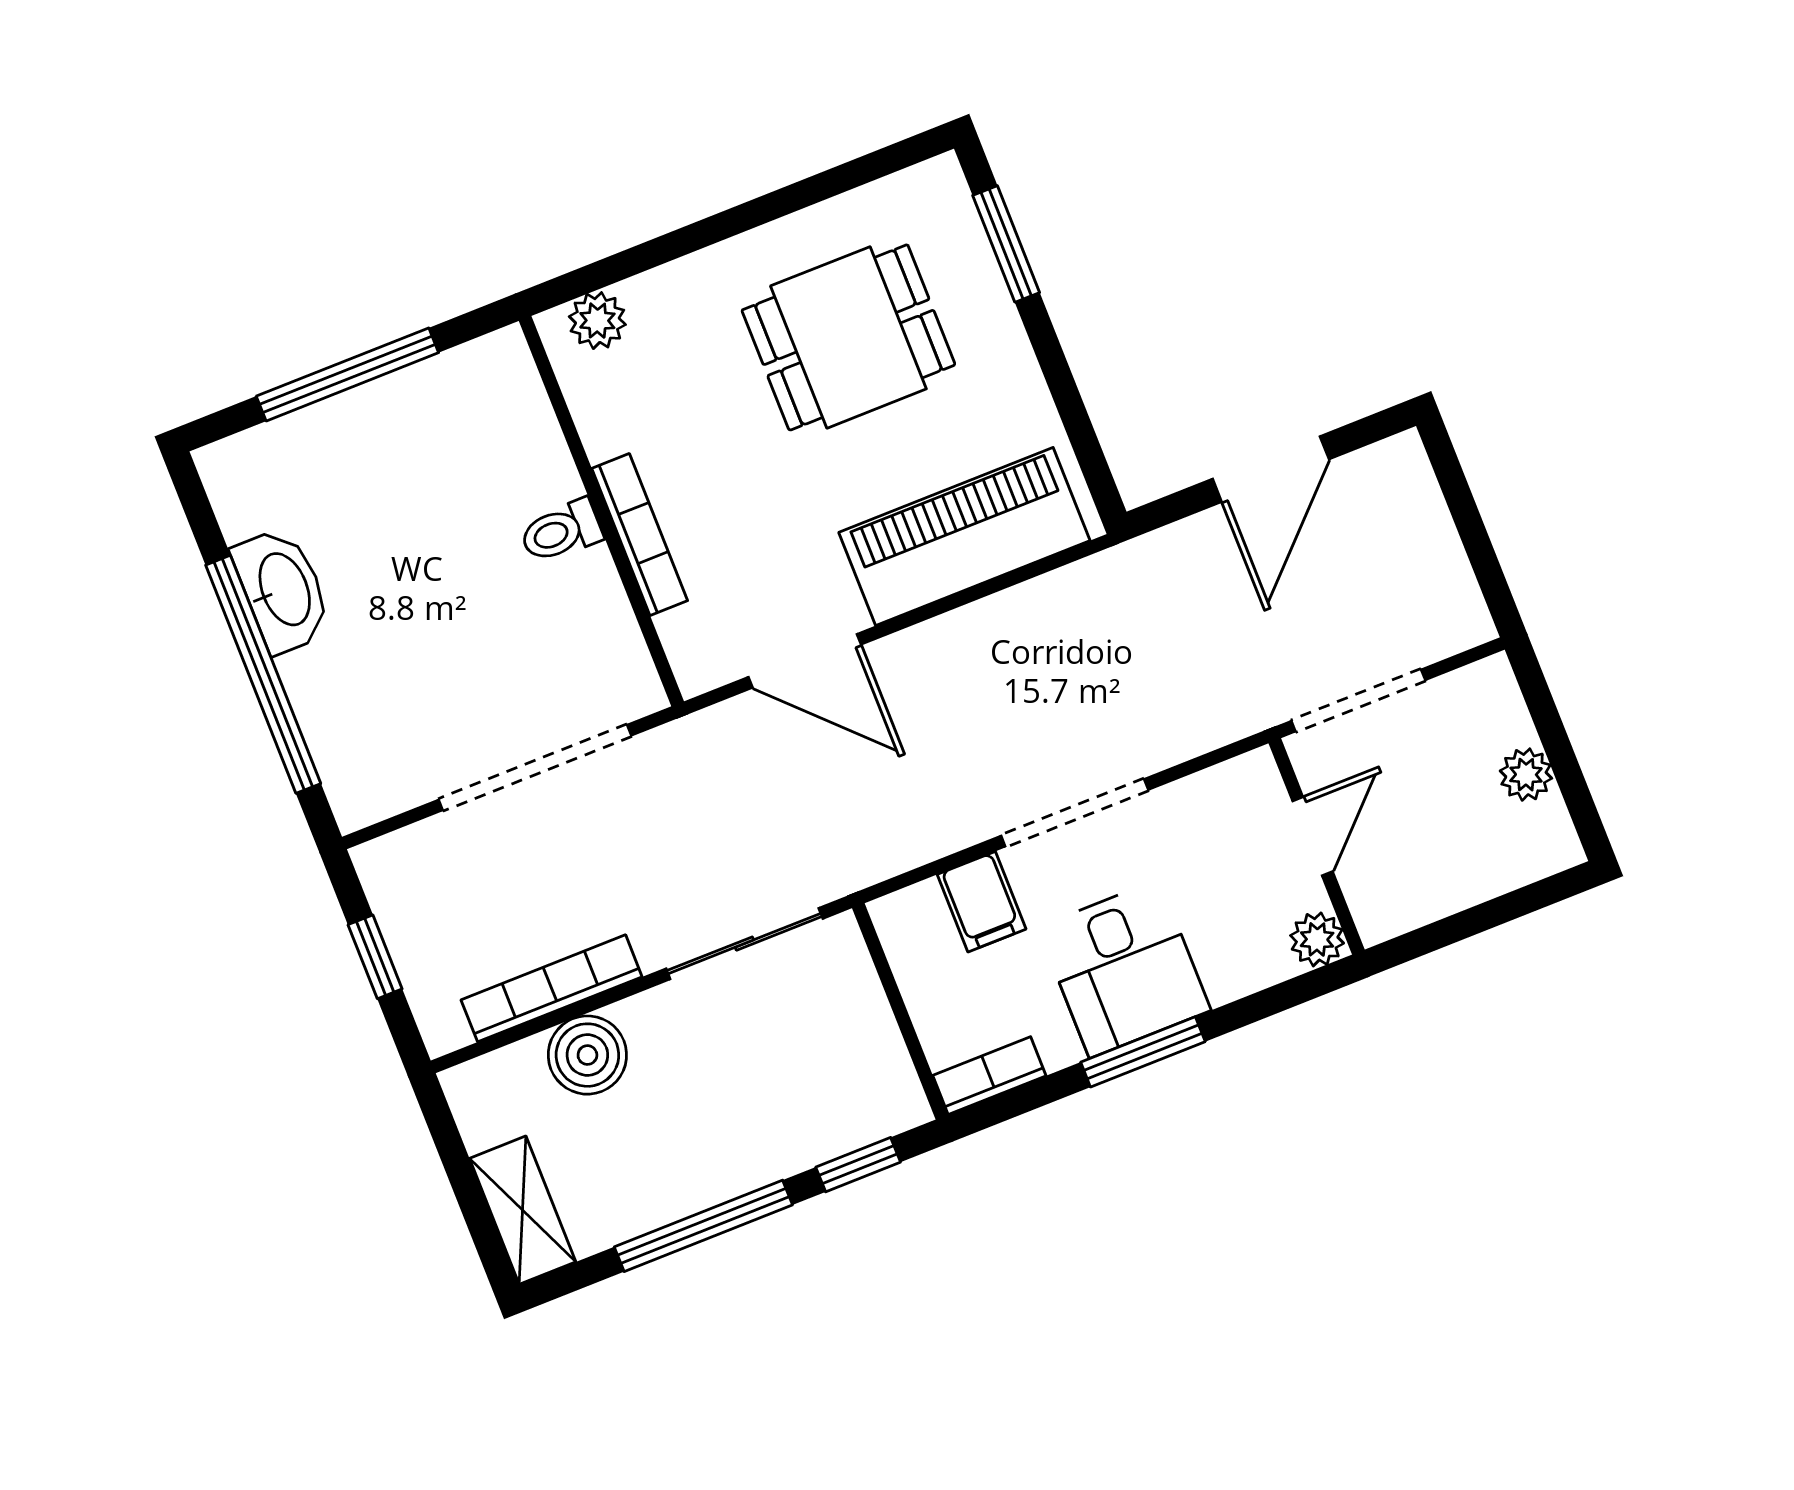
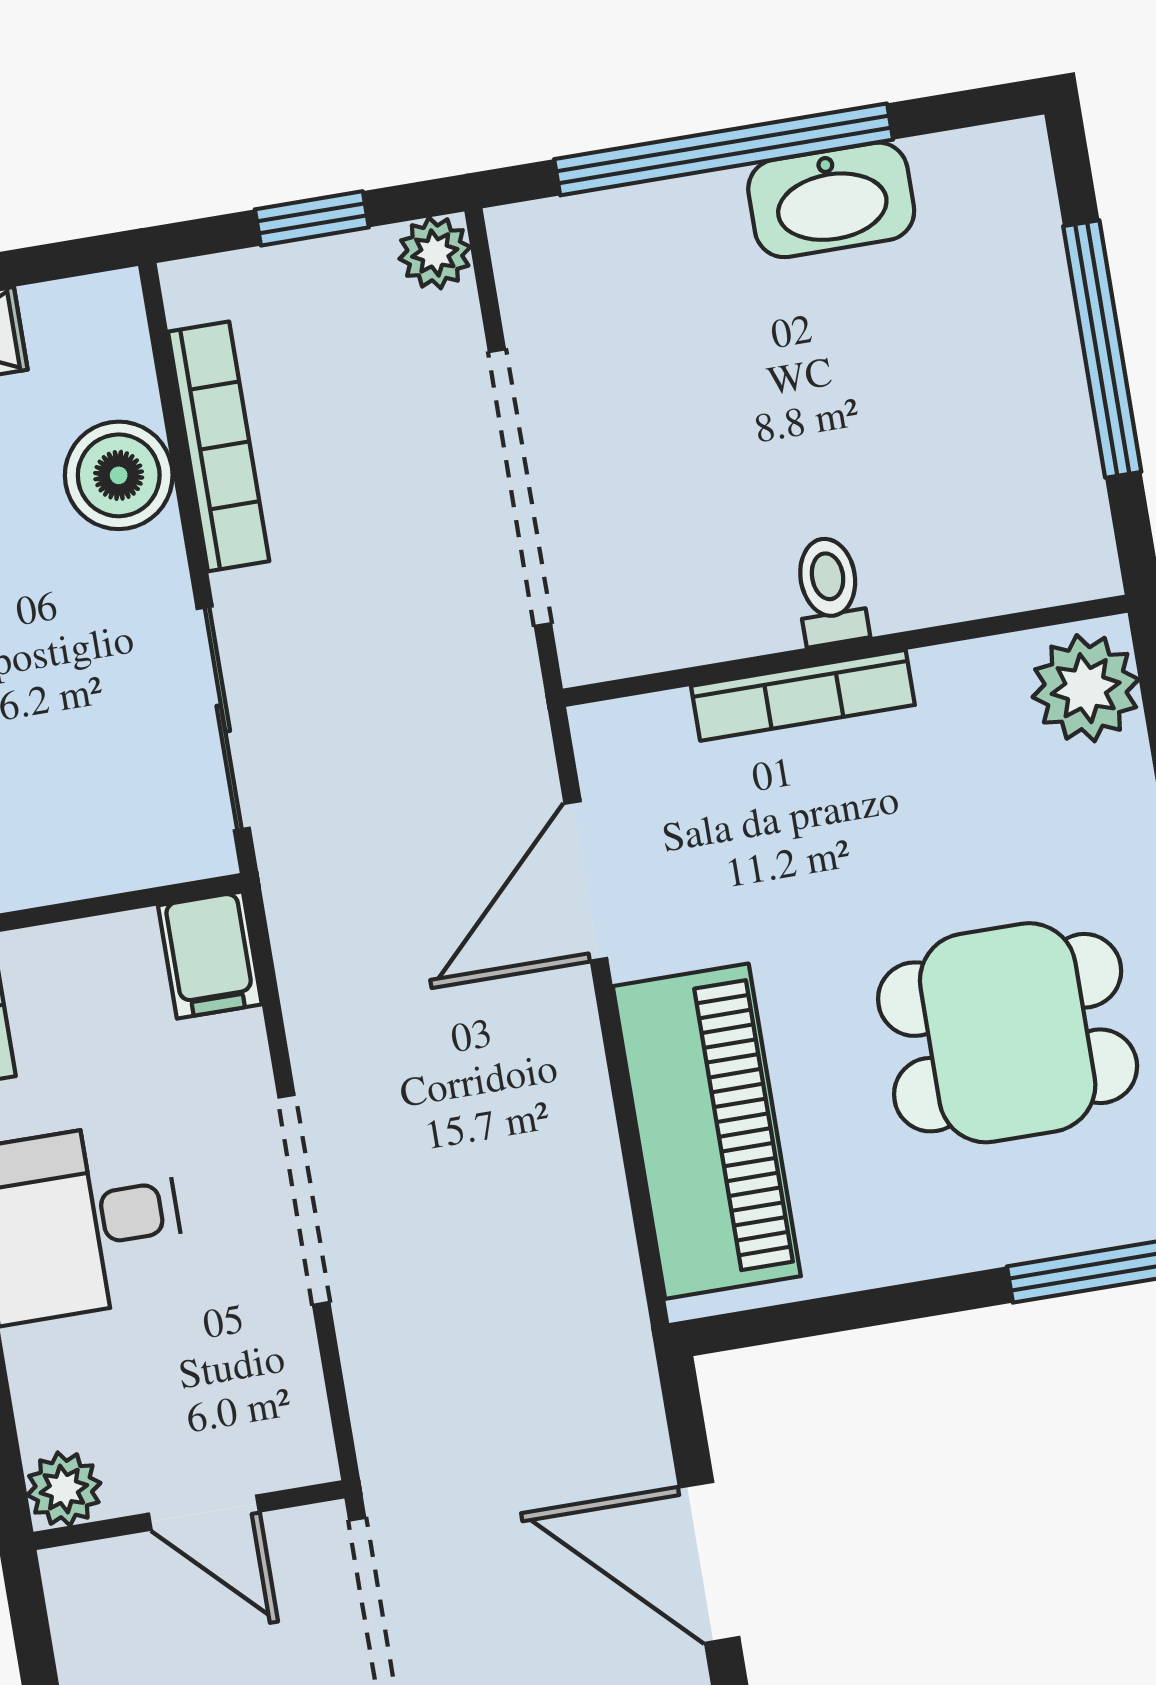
plant: (597, 321) -> (1086, 688), width x1.38, depth x1.38
dining table: (848, 337) -> (1008, 1033), turned 90
plant: (381, 864) -> (435, 253), added
filing cabinet: (982, 902) -> (210, 955), moved, turned -90

